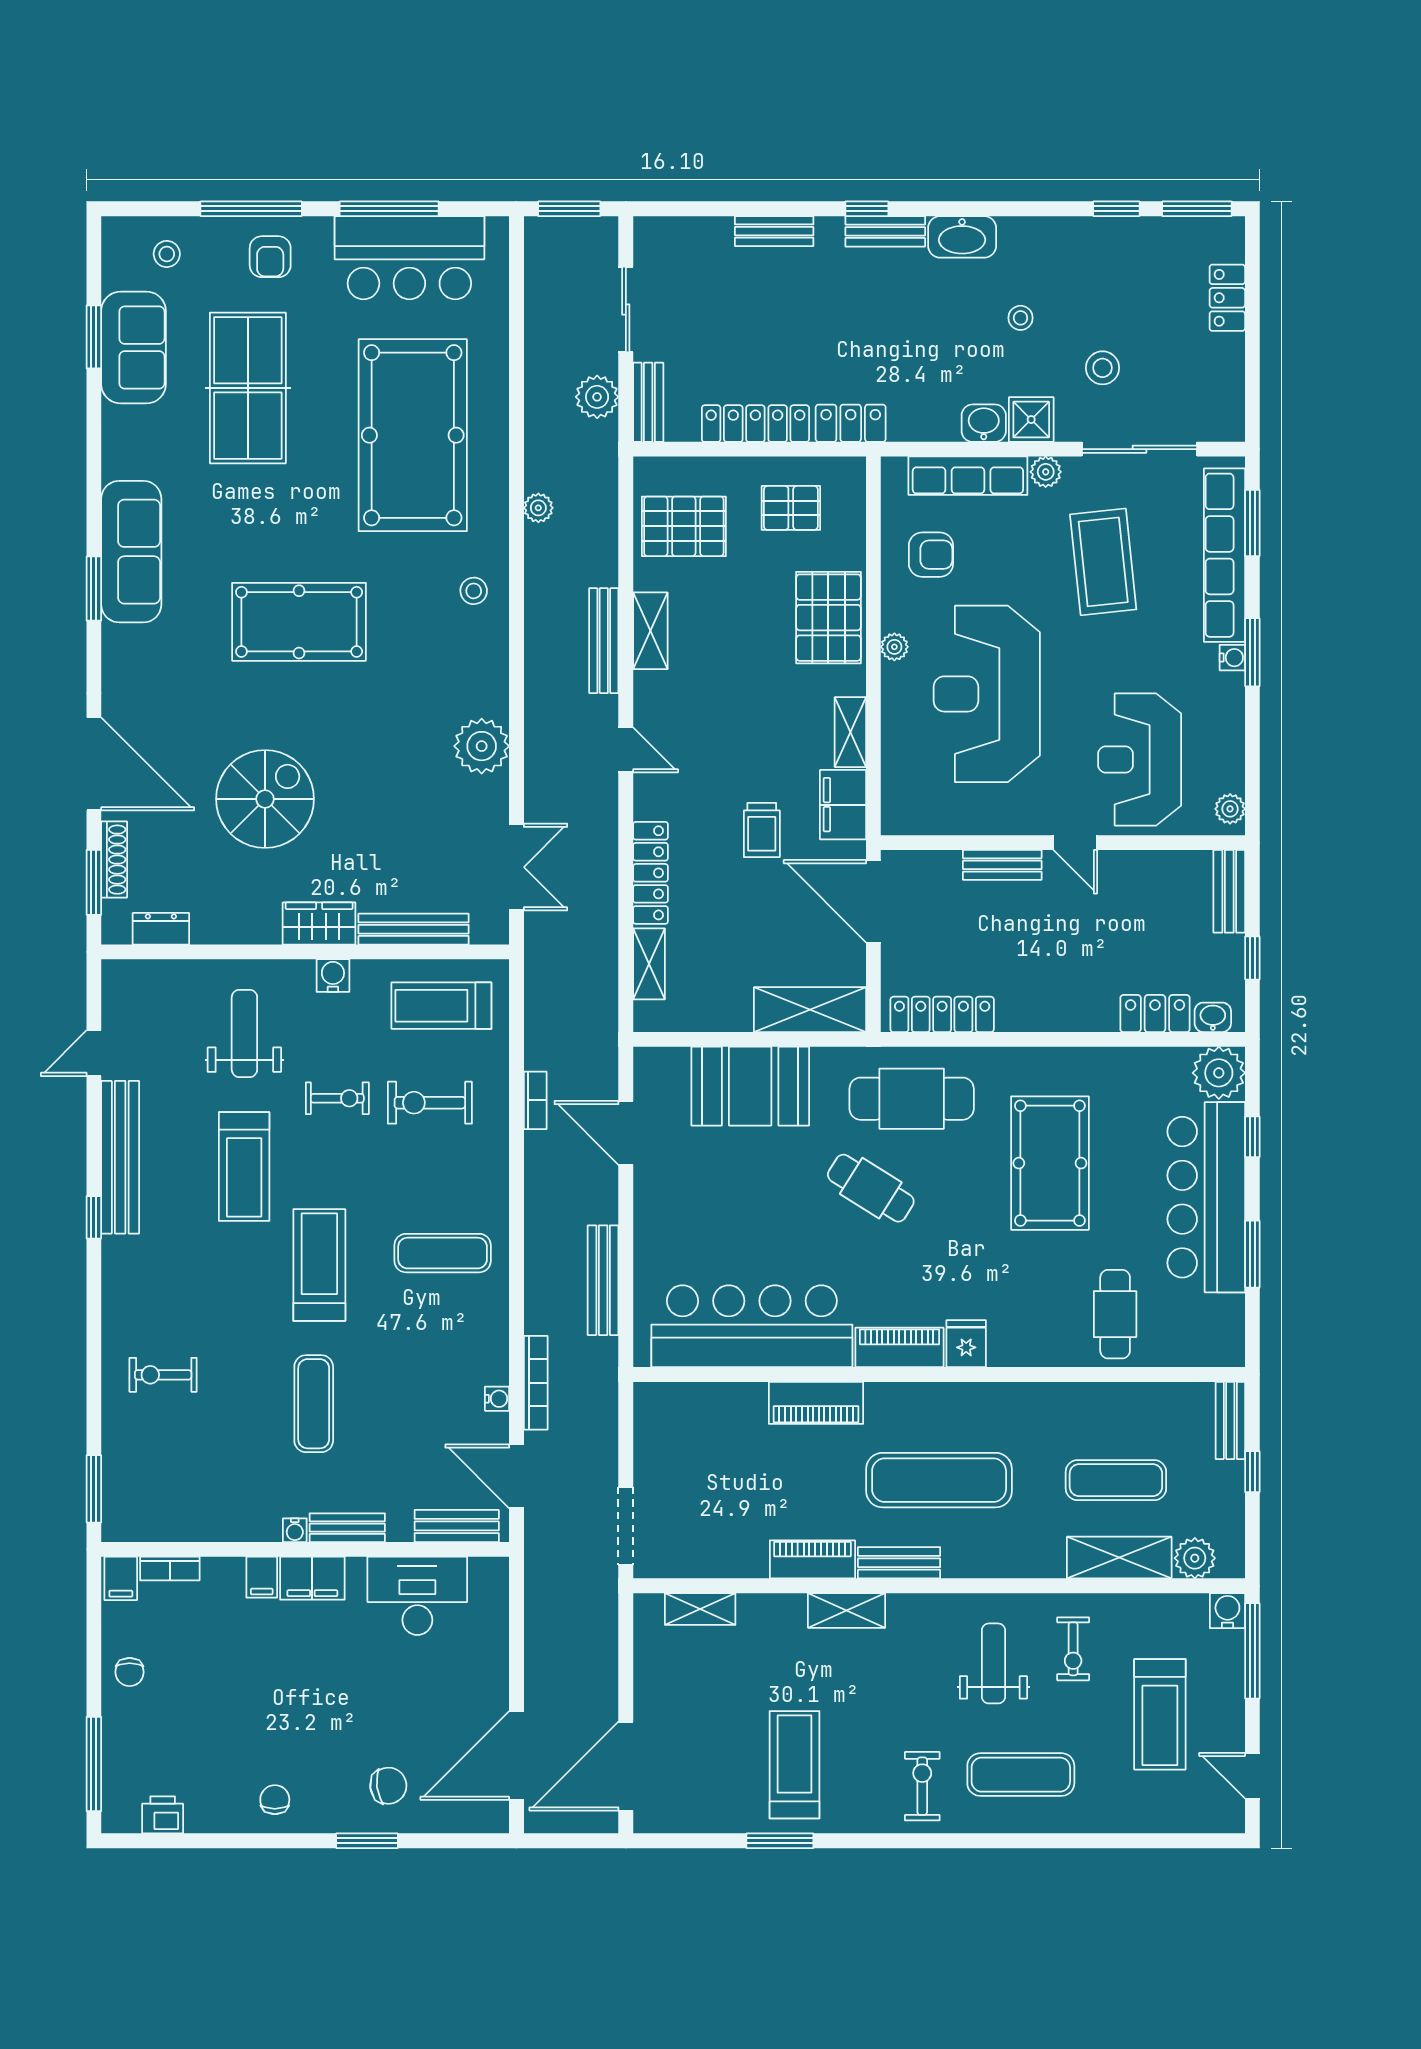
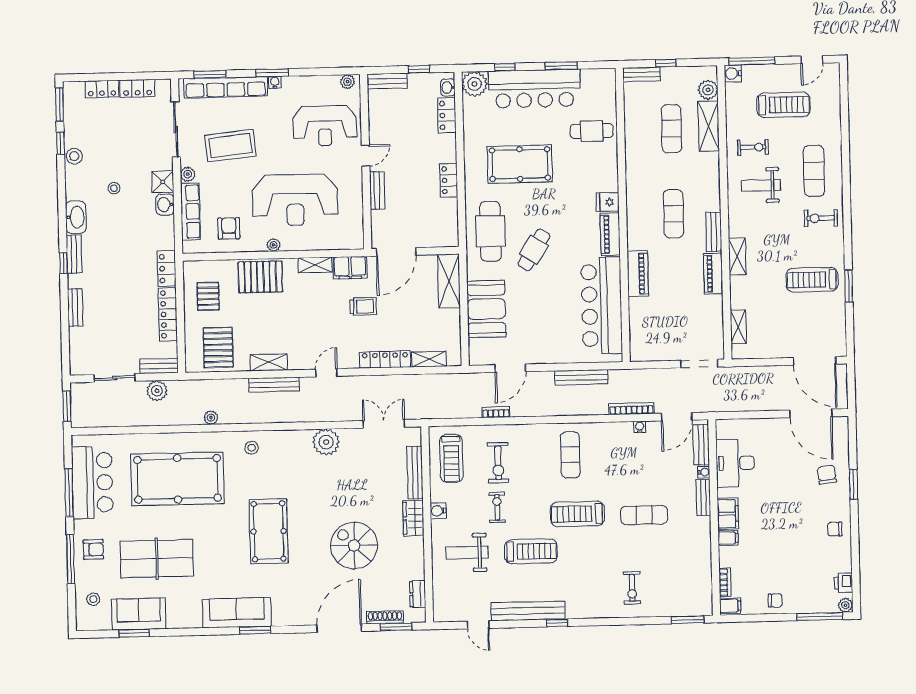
stool: (1103, 368) -> (74, 156), moved
locker: (1227, 372) -> (138, 88), added
locker: (942, 1014) -> (449, 180), moved, width x0.66
exercise mat: (939, 1480) -> (673, 214), width x0.73, depth x0.69
water cooler: (295, 1530) -> (704, 472), moved
plant: (116, 1818) -> (845, 605), added

